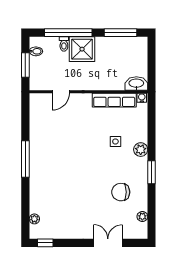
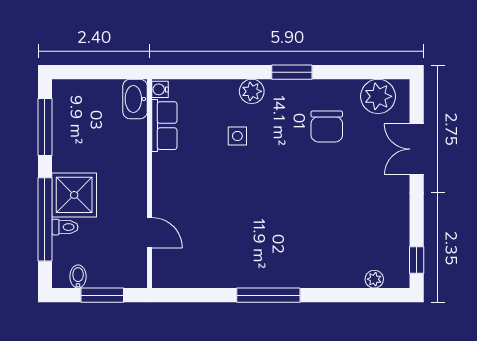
row of seats: (114, 100) -> (164, 126), width x0.68
plant: (142, 216) -> (378, 96), width x1.87, depth x1.87

